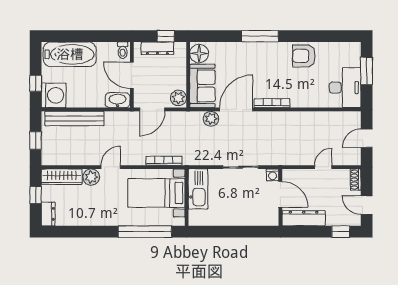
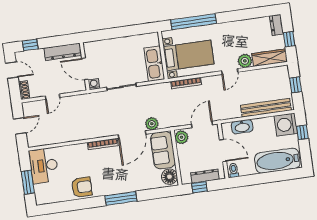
washbasin: (118, 100) -> (242, 127), moved

